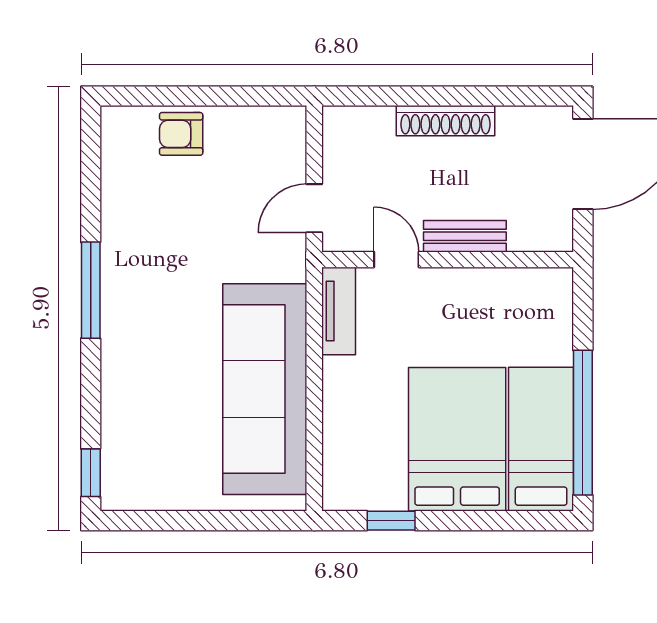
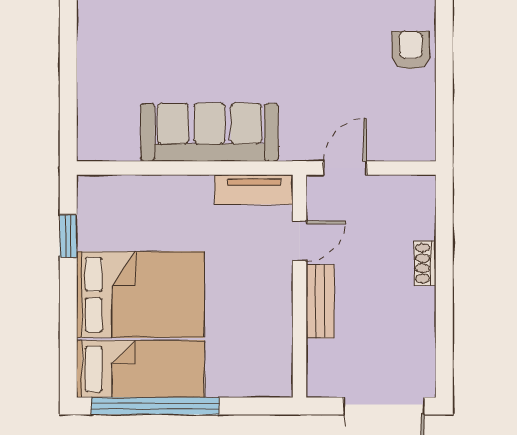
shoe rack: (446, 121) -> (425, 263), width x0.51, depth x0.81
door: (314, 208) -> (345, 168), hinge flipped
sofa: (265, 389) -> (210, 132), width x0.74, depth x0.79

